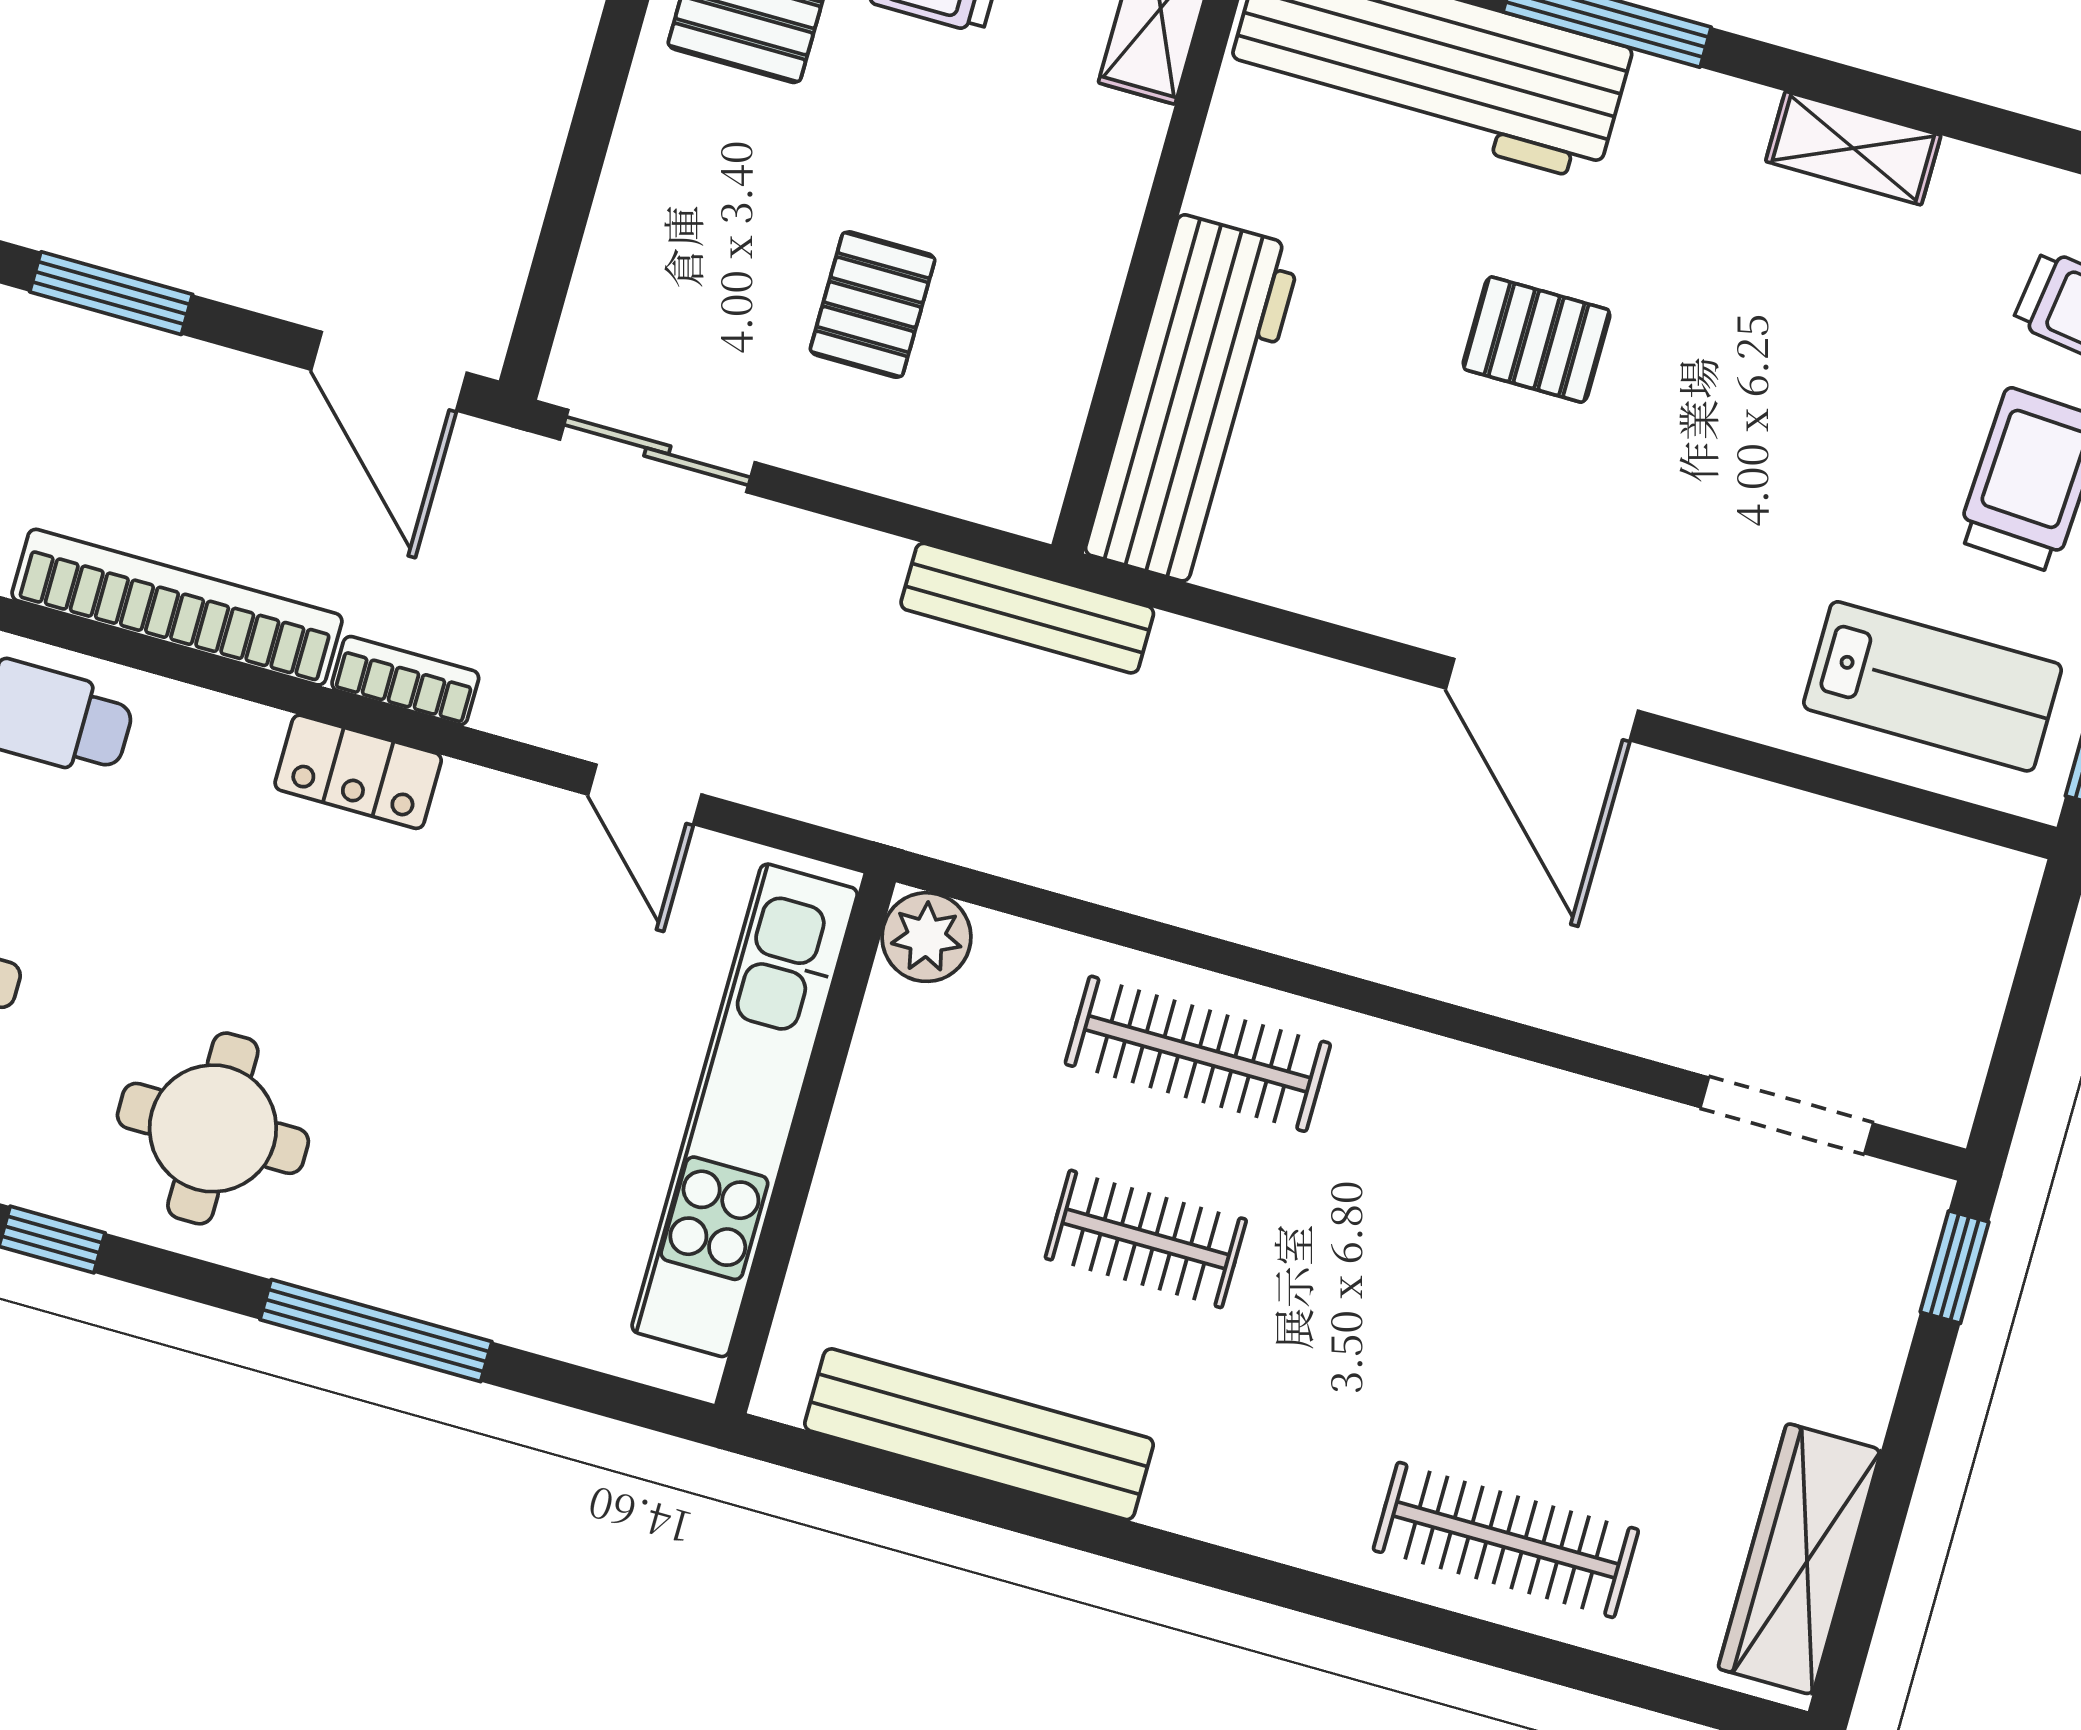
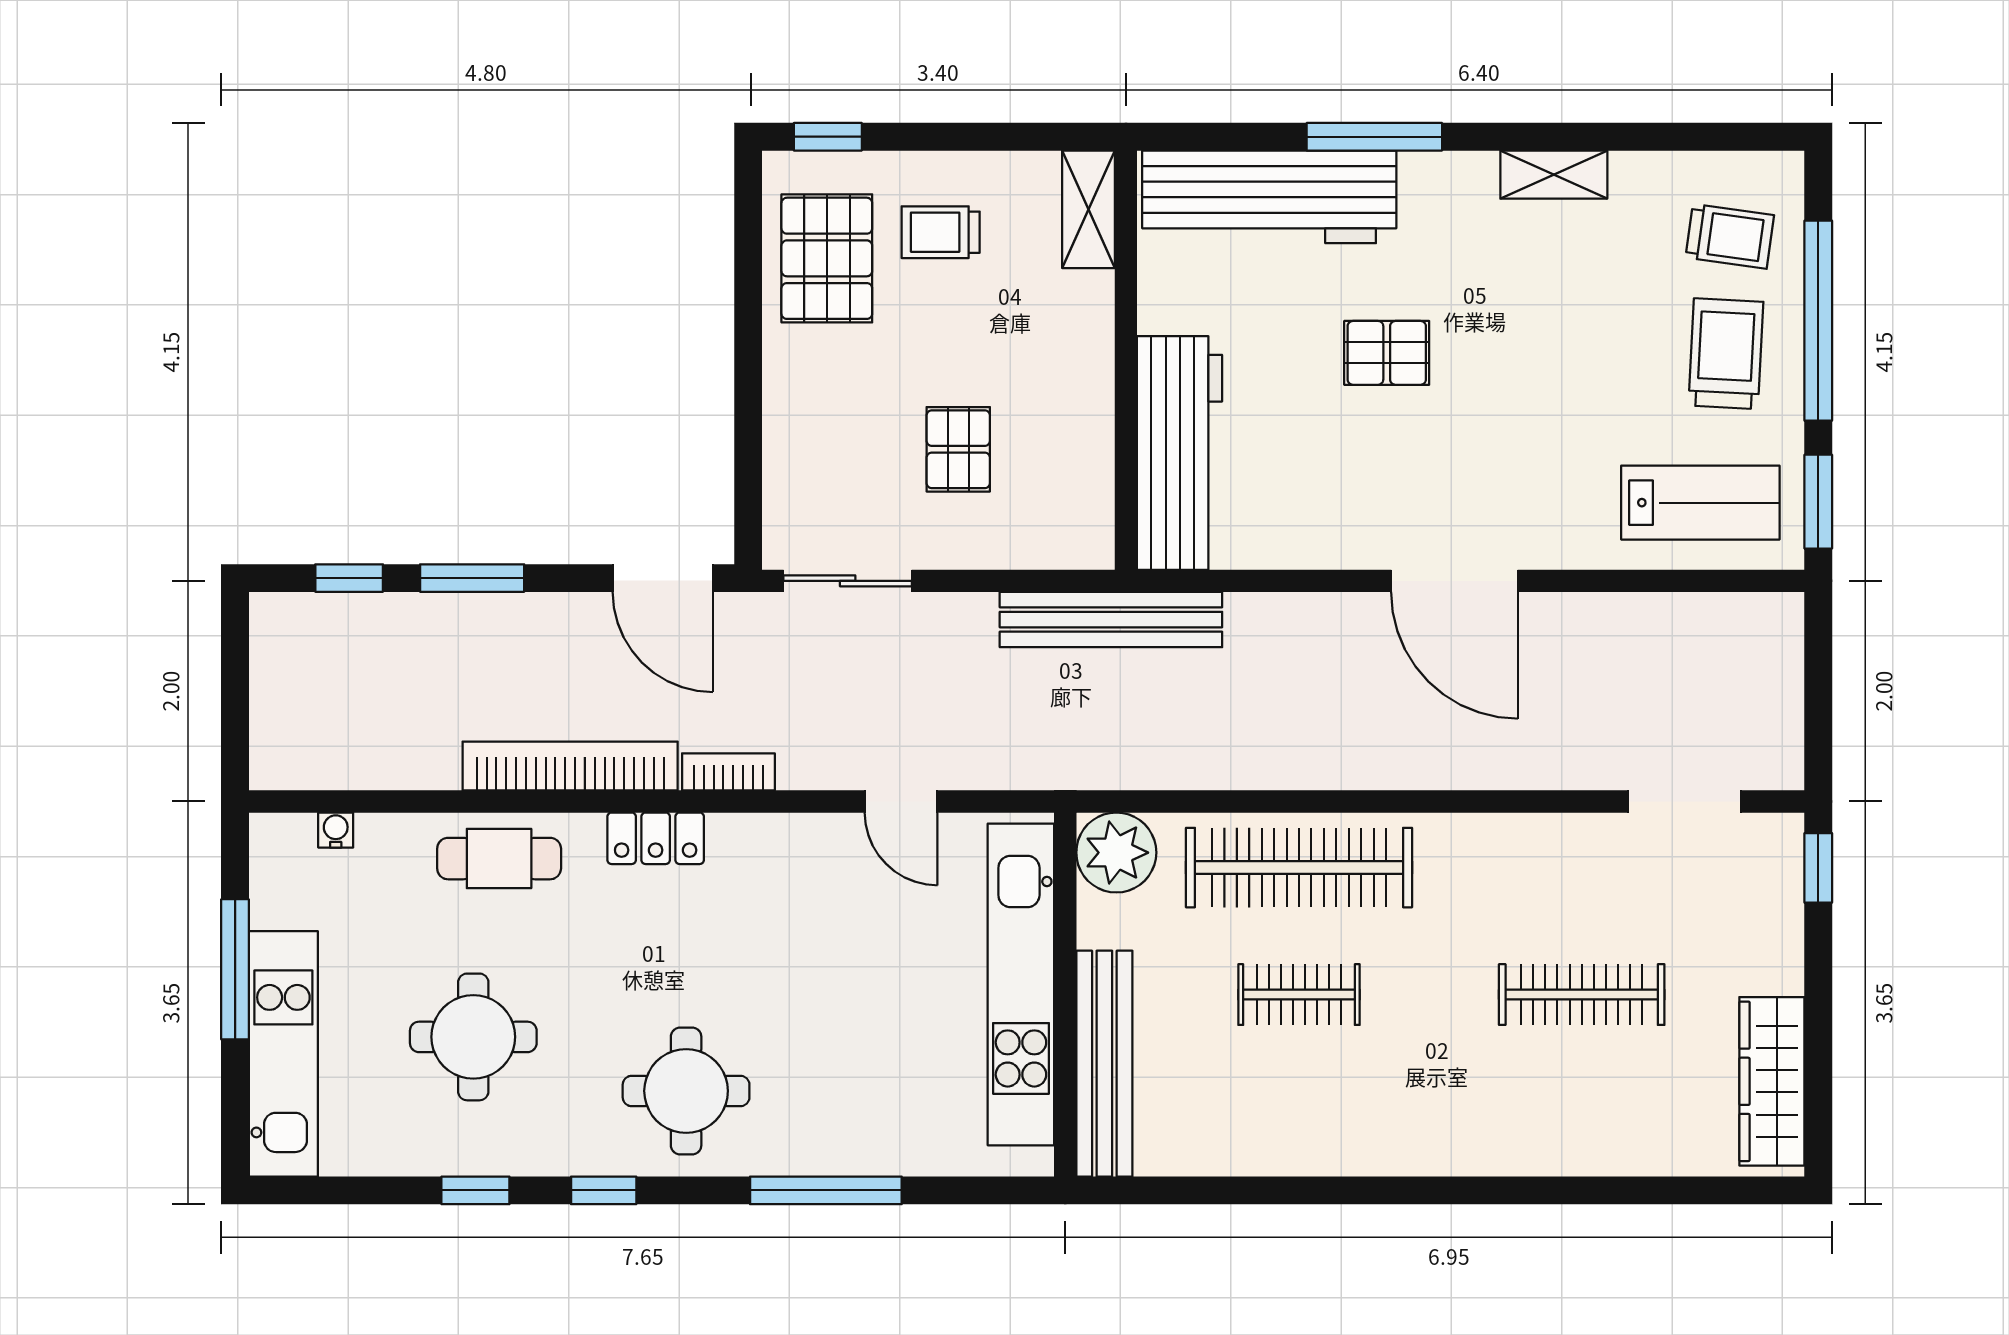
bench: (1027, 608) -> (1111, 620), width x1.37, depth x1.21
locker: (358, 772) -> (656, 838), moved
plant: (926, 937) -> (1116, 853), width x1.36, depth x1.36
clothes rail: (1198, 1054) -> (1299, 868), width x1.37, depth x1.31
bench: (979, 1434) -> (1104, 1064), moved, turned 90
clothes rail: (1506, 1540) -> (1582, 995), moved

